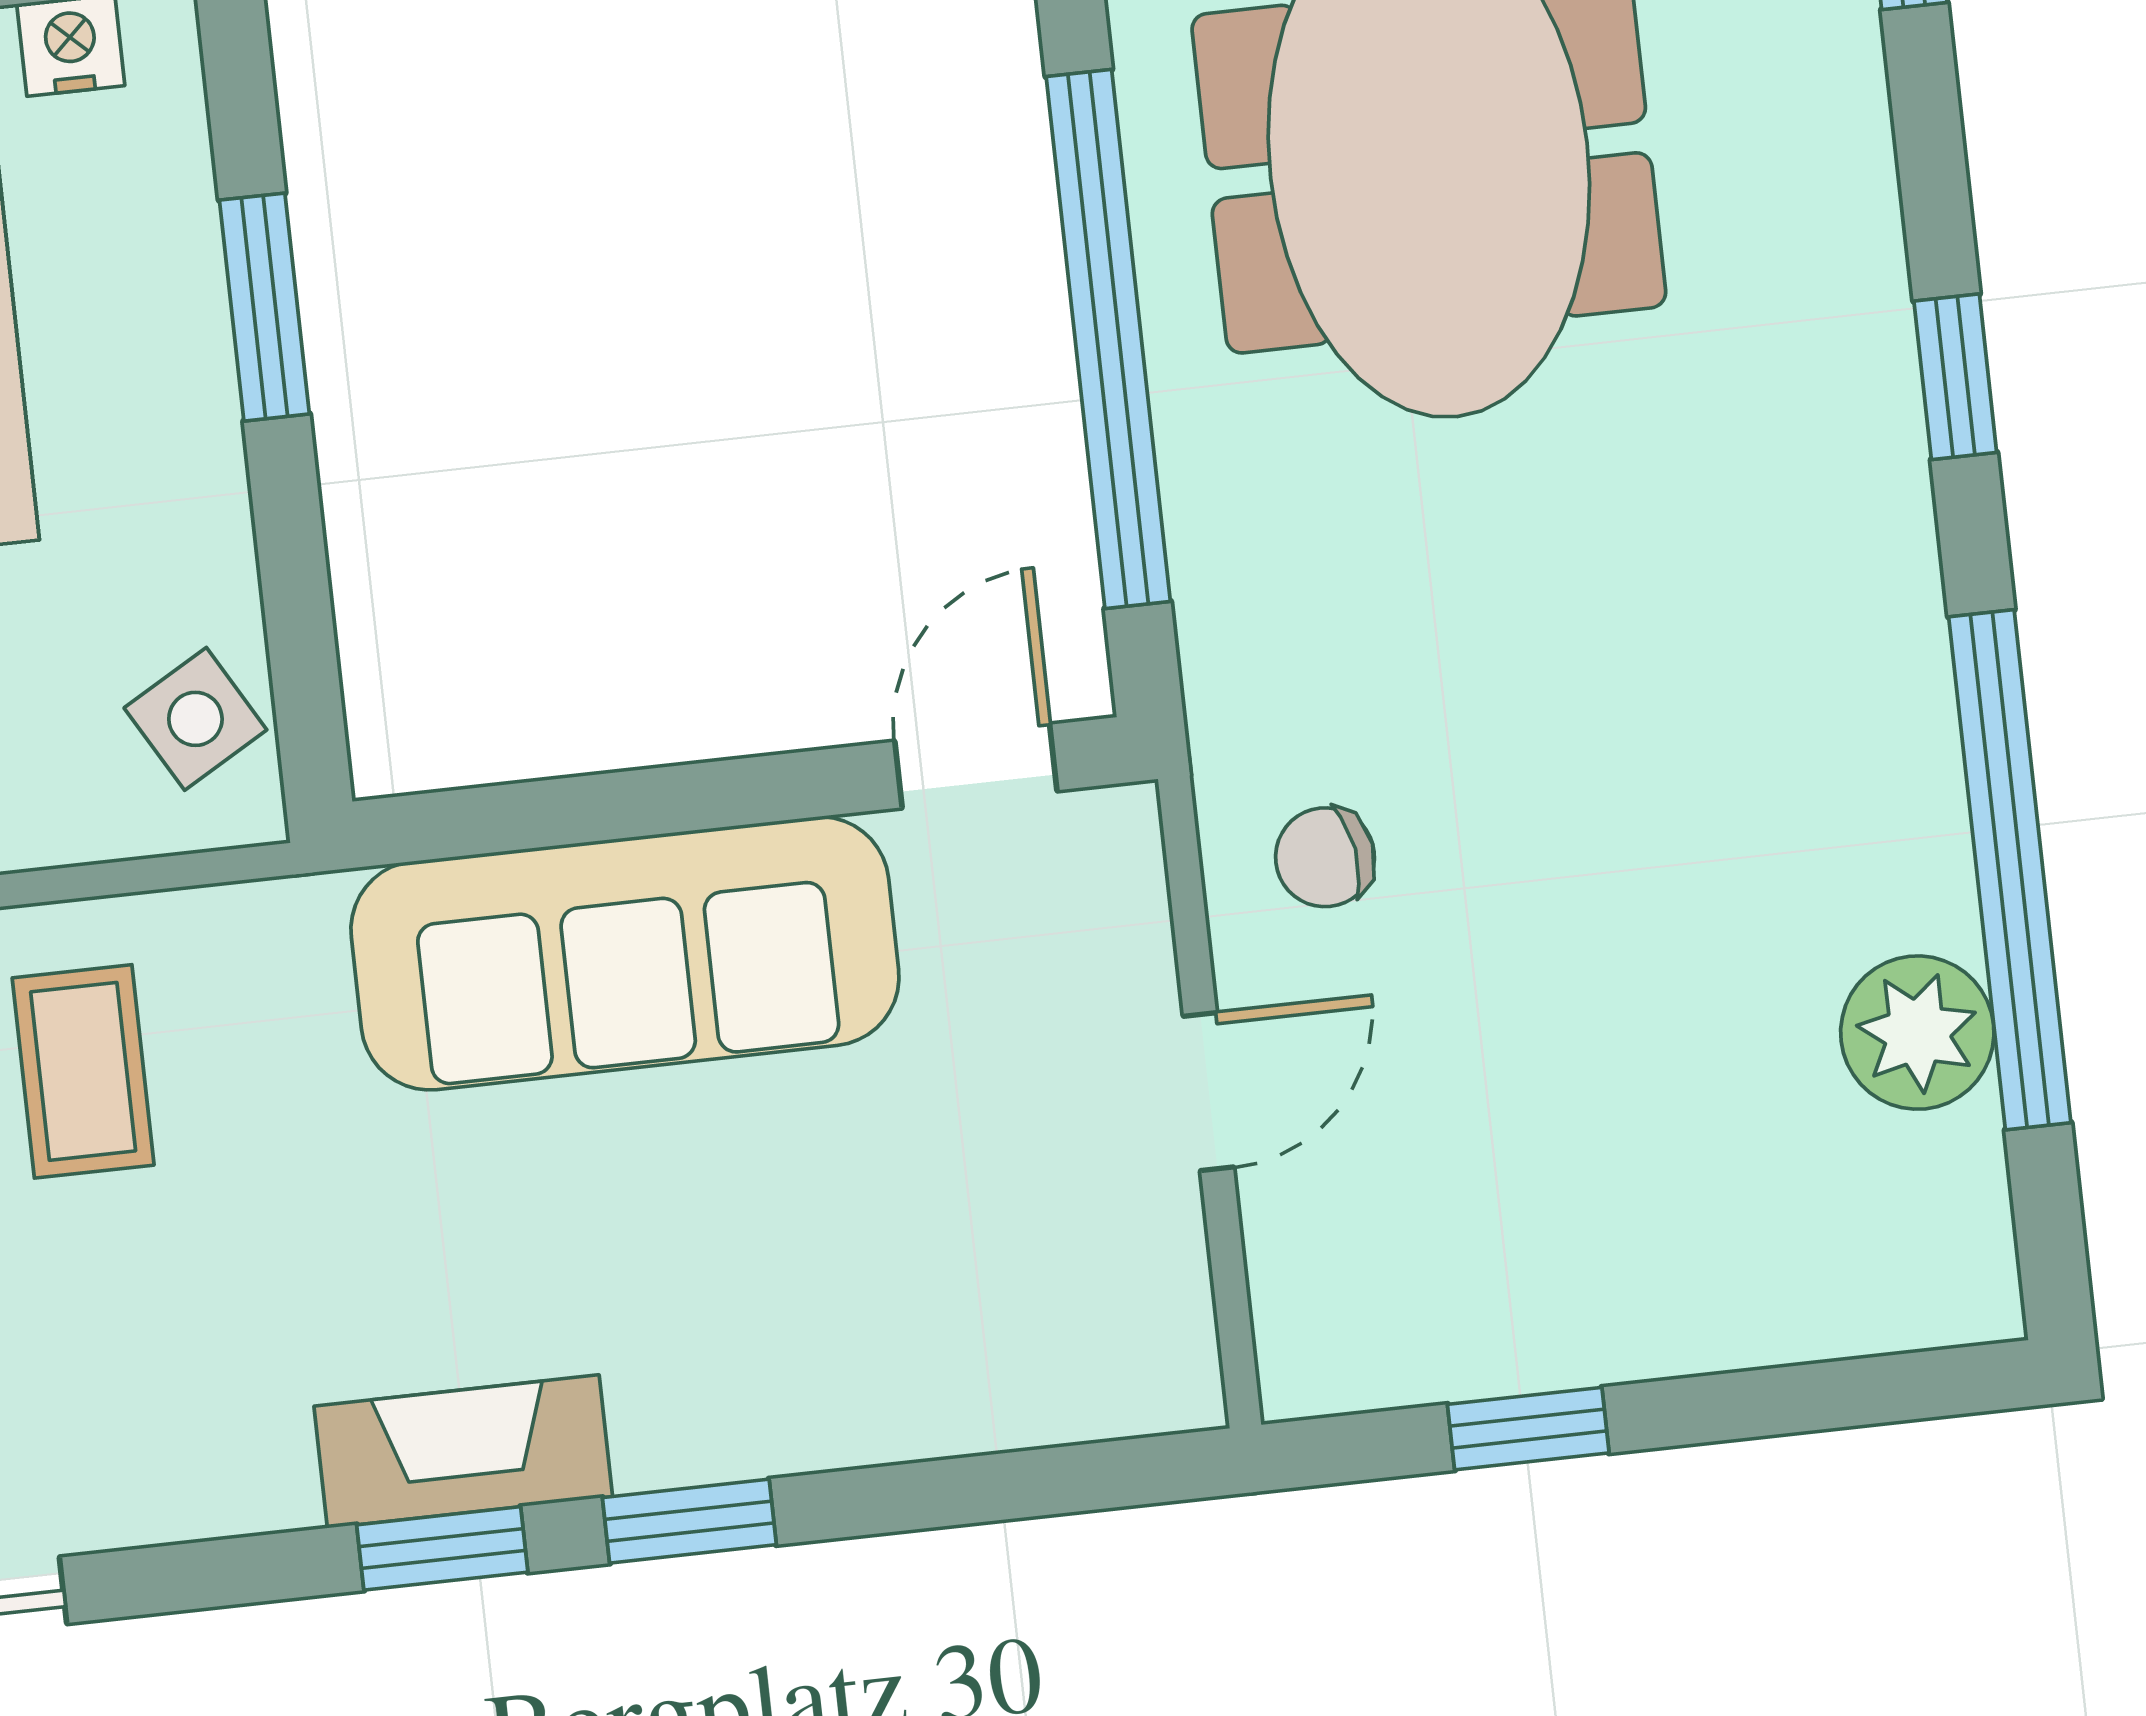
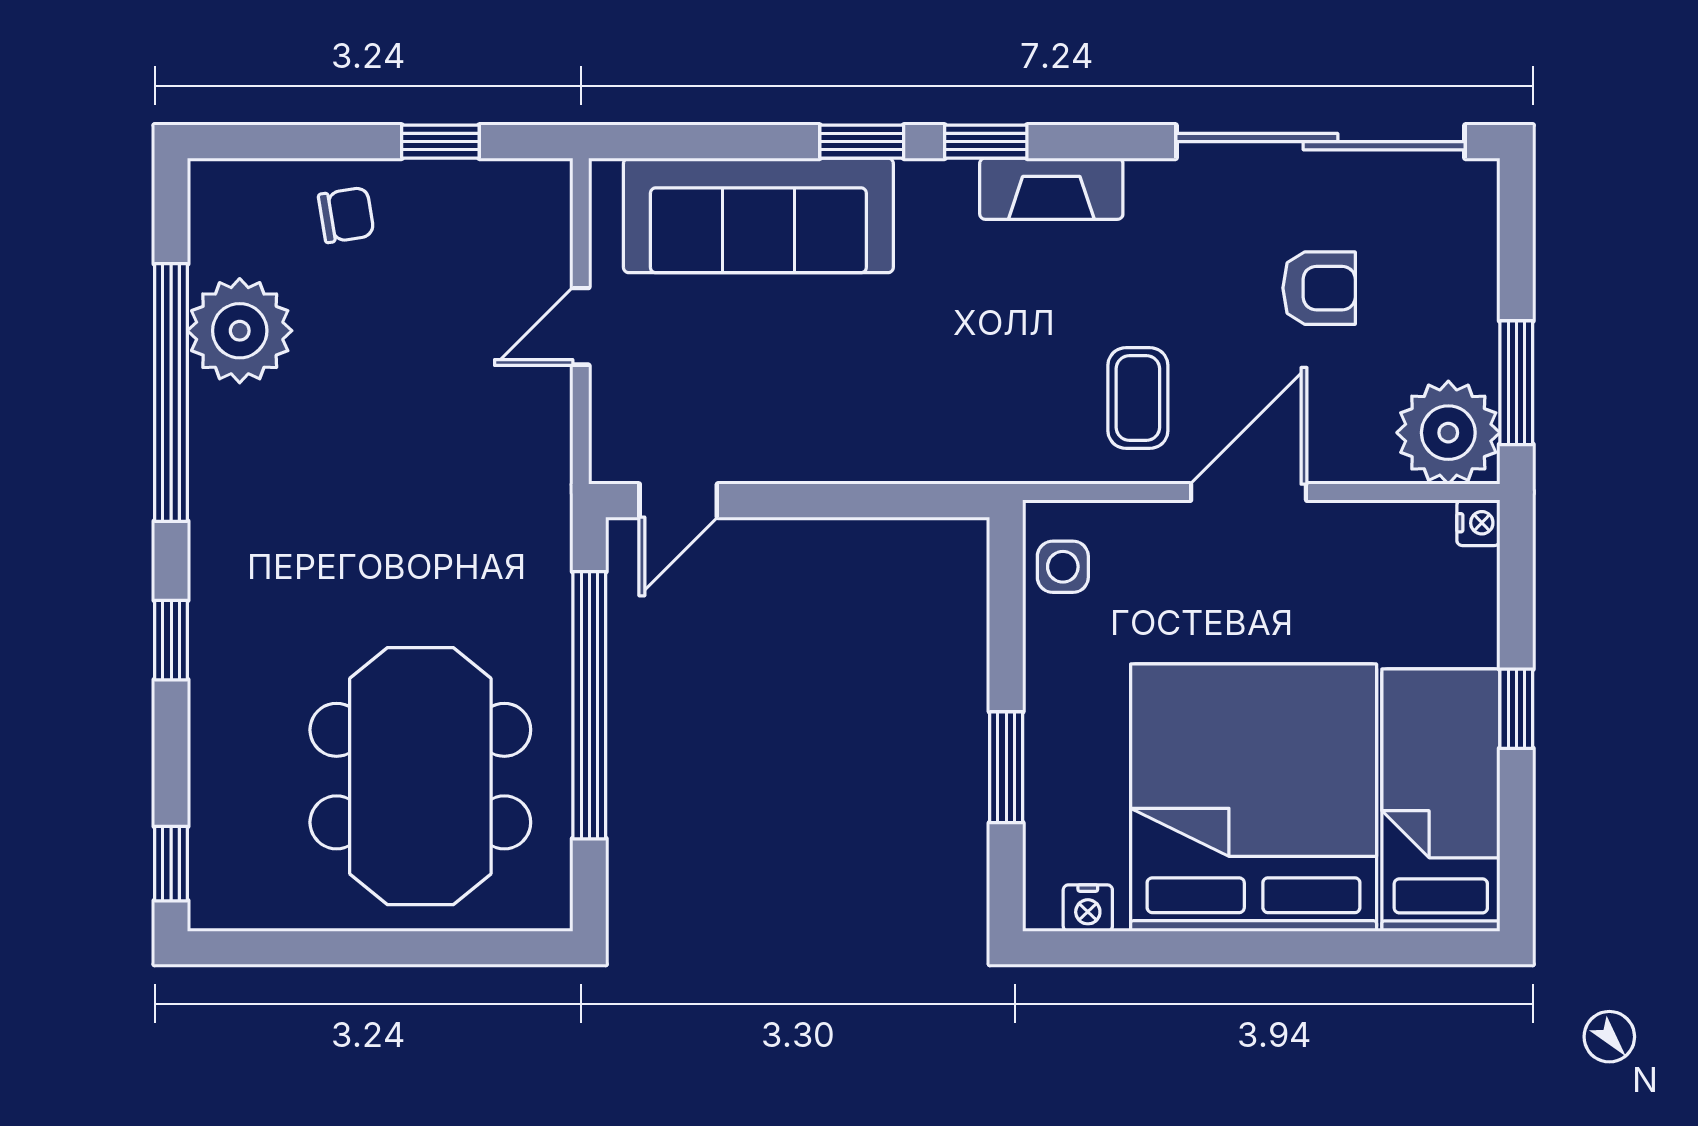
side table: (195, 719) -> (1063, 567), turned 30
chair: (1325, 857) -> (346, 215), moved
sofa: (625, 953) -> (758, 215), moved, turned 180
plant: (1917, 1033) -> (240, 331), width x1.36, depth x1.36
fireplace: (463, 1451) -> (1051, 189), moved

